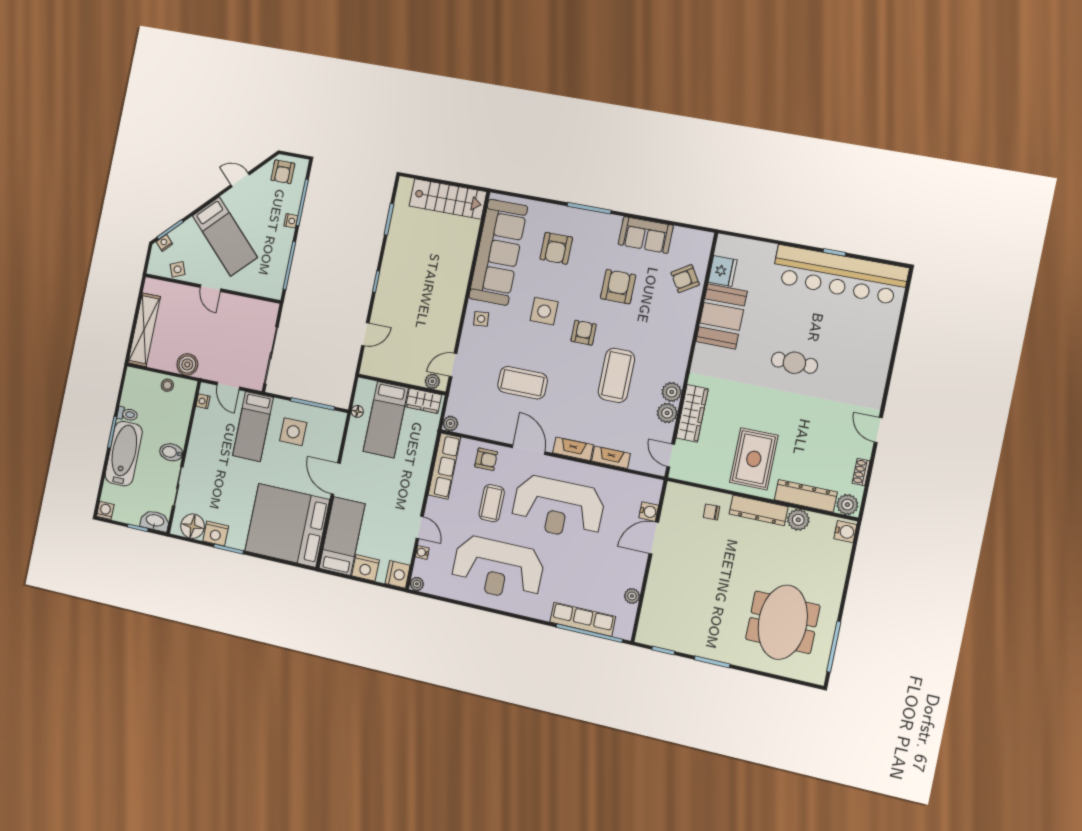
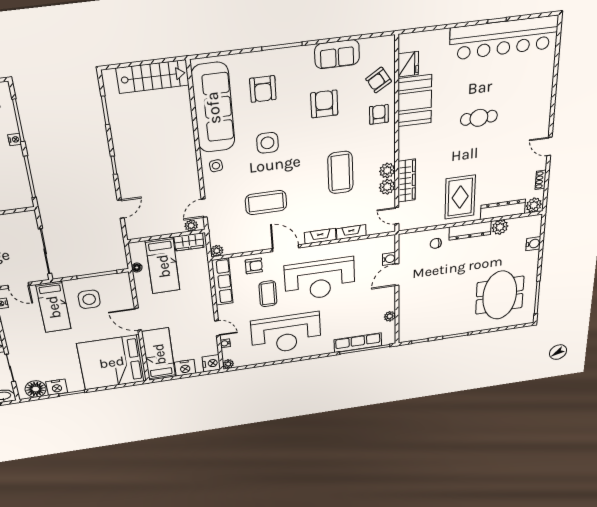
armchair: (584, 333) -> (379, 114), moved
water cooler: (845, 532) -> (533, 244), moved

